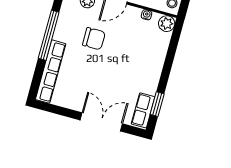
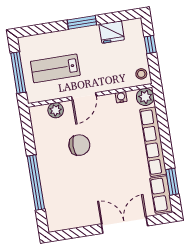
window: (49, 35) -> (36, 182), moved
row of seats: (51, 72) -> (153, 142), moved, turned 180

